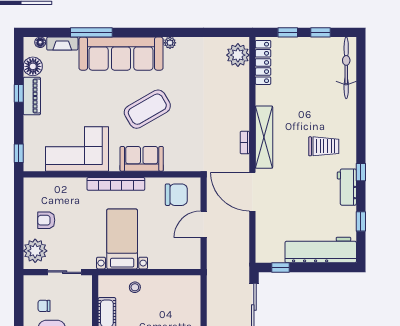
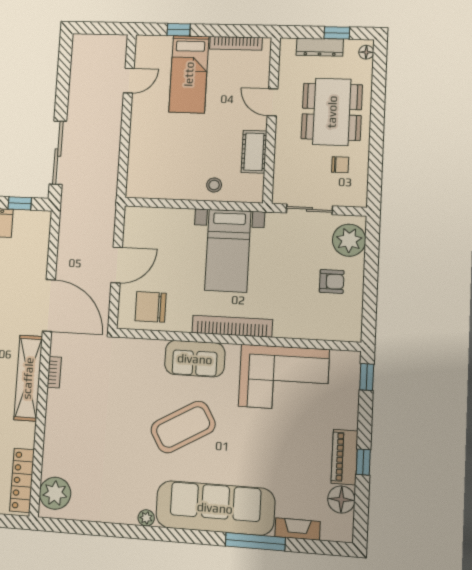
floor lamp: (40, 42) -> (329, 533), removed

